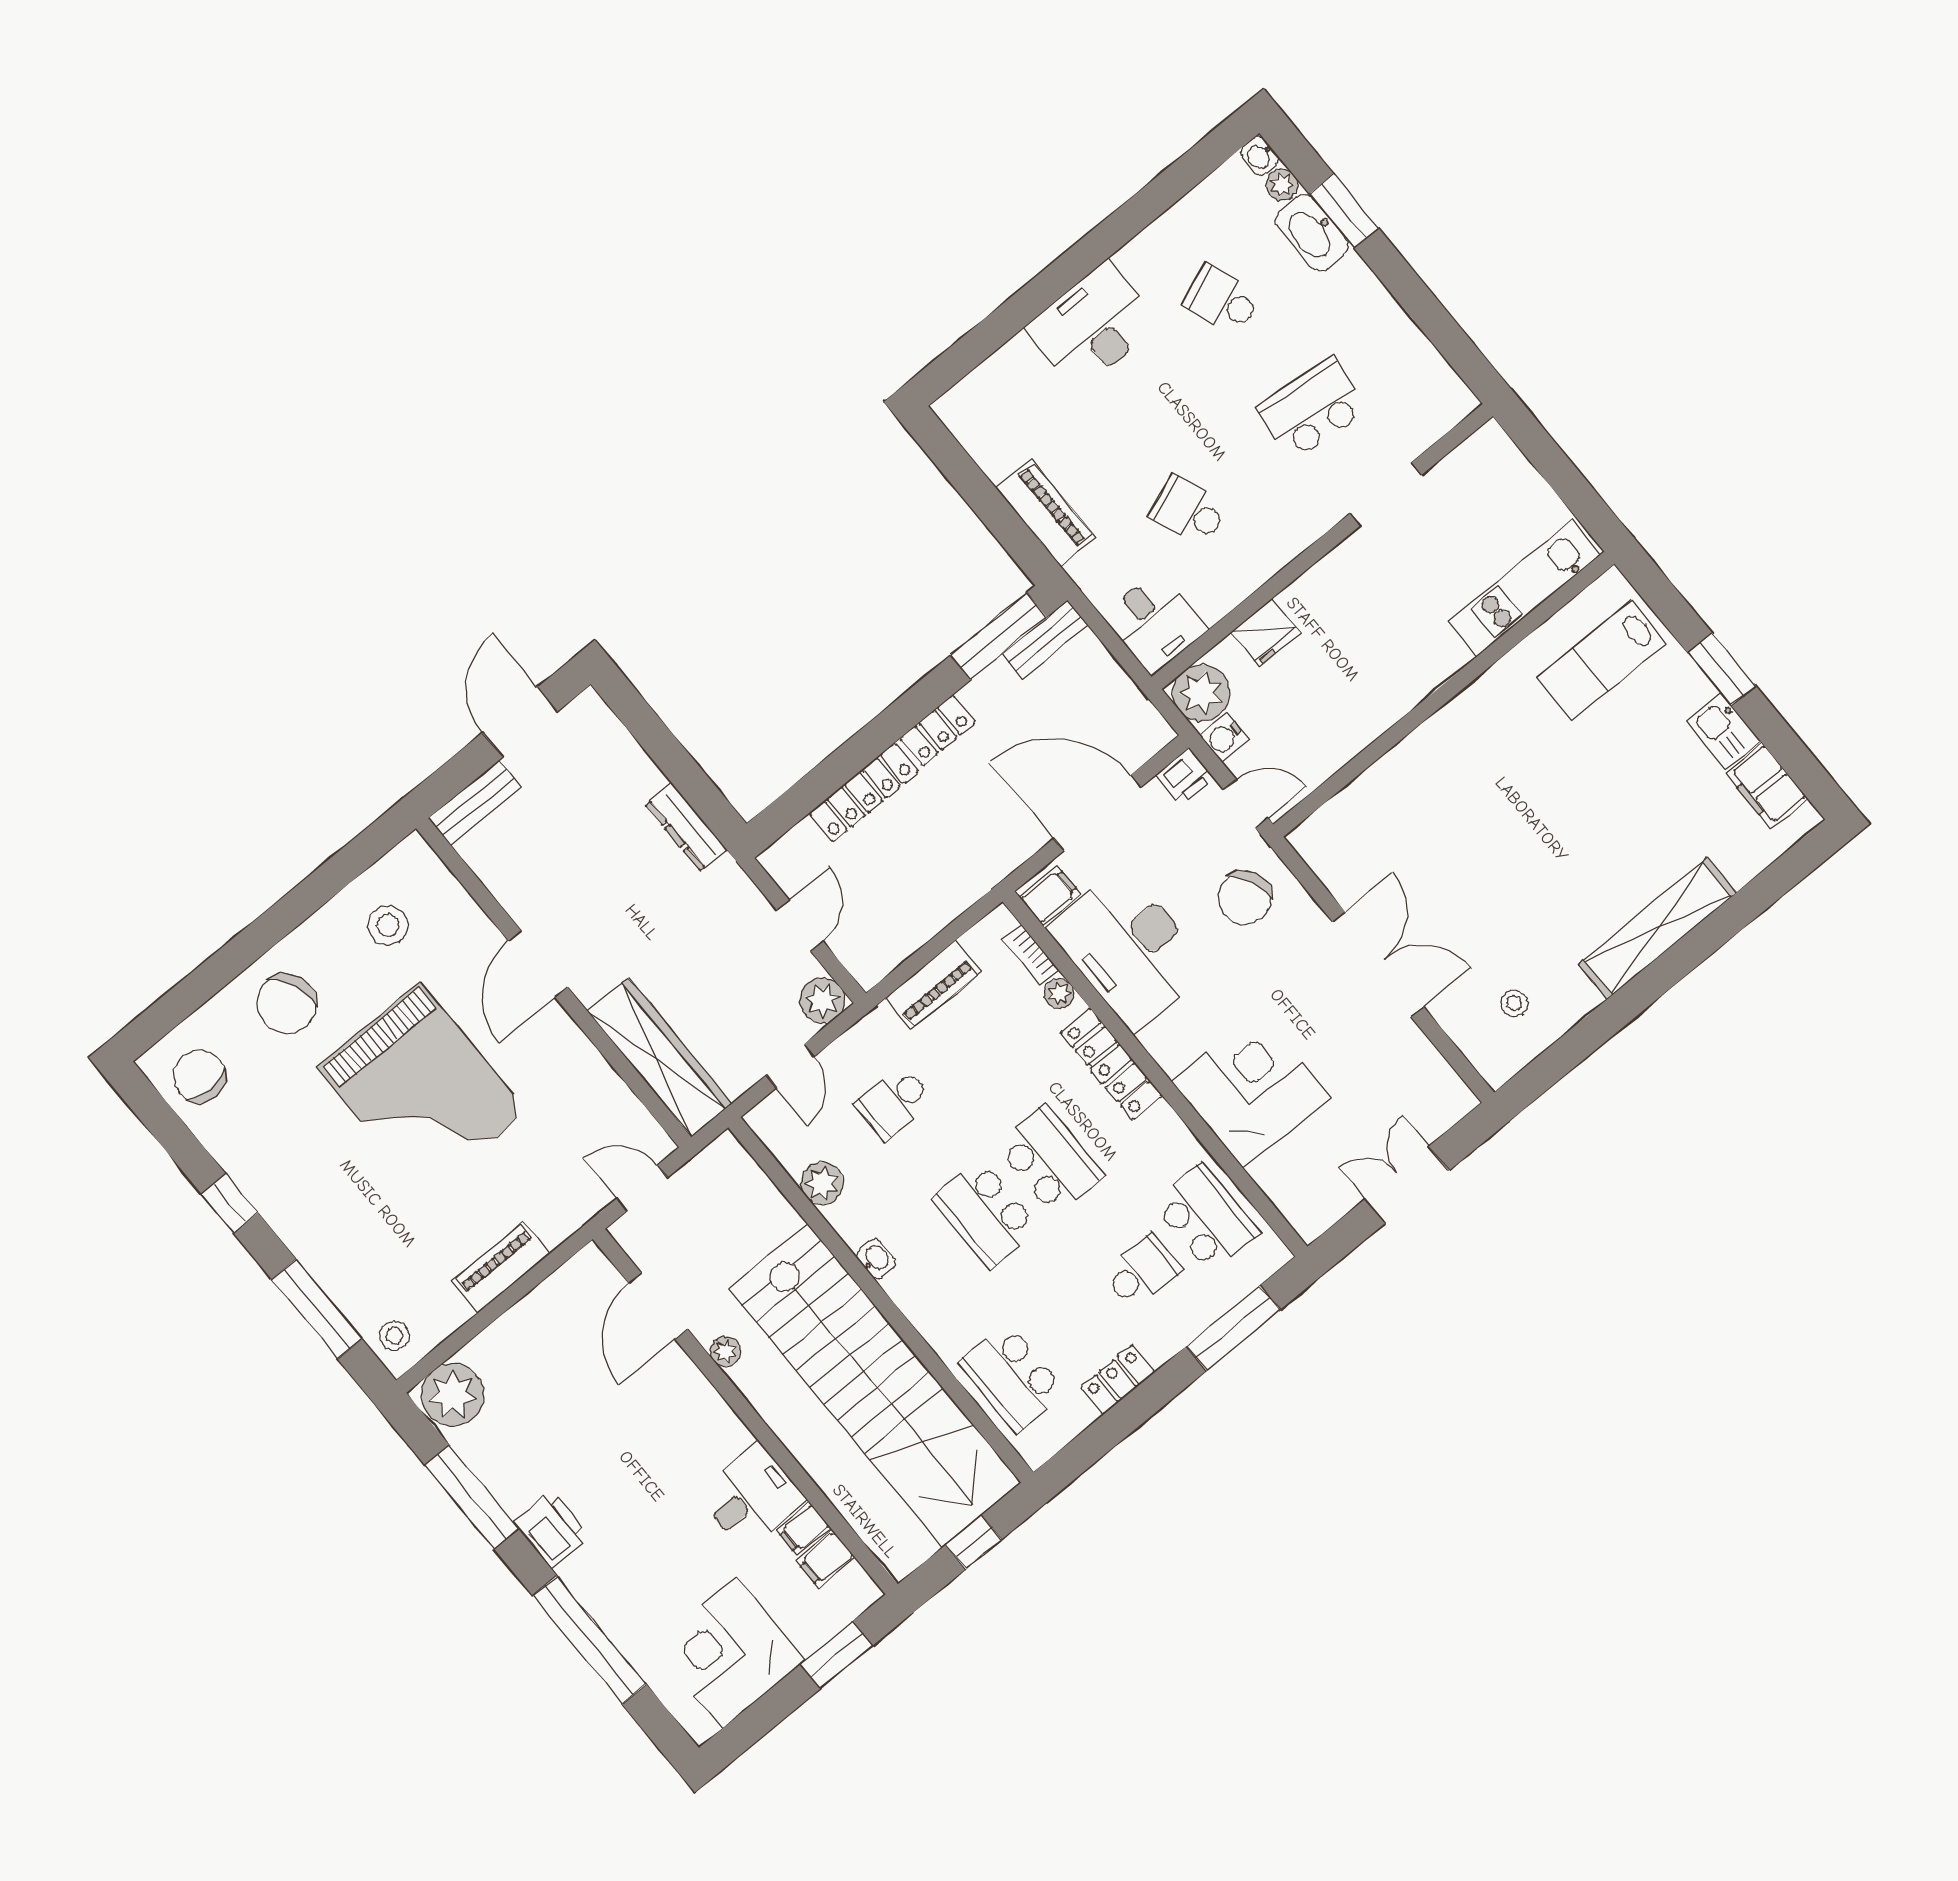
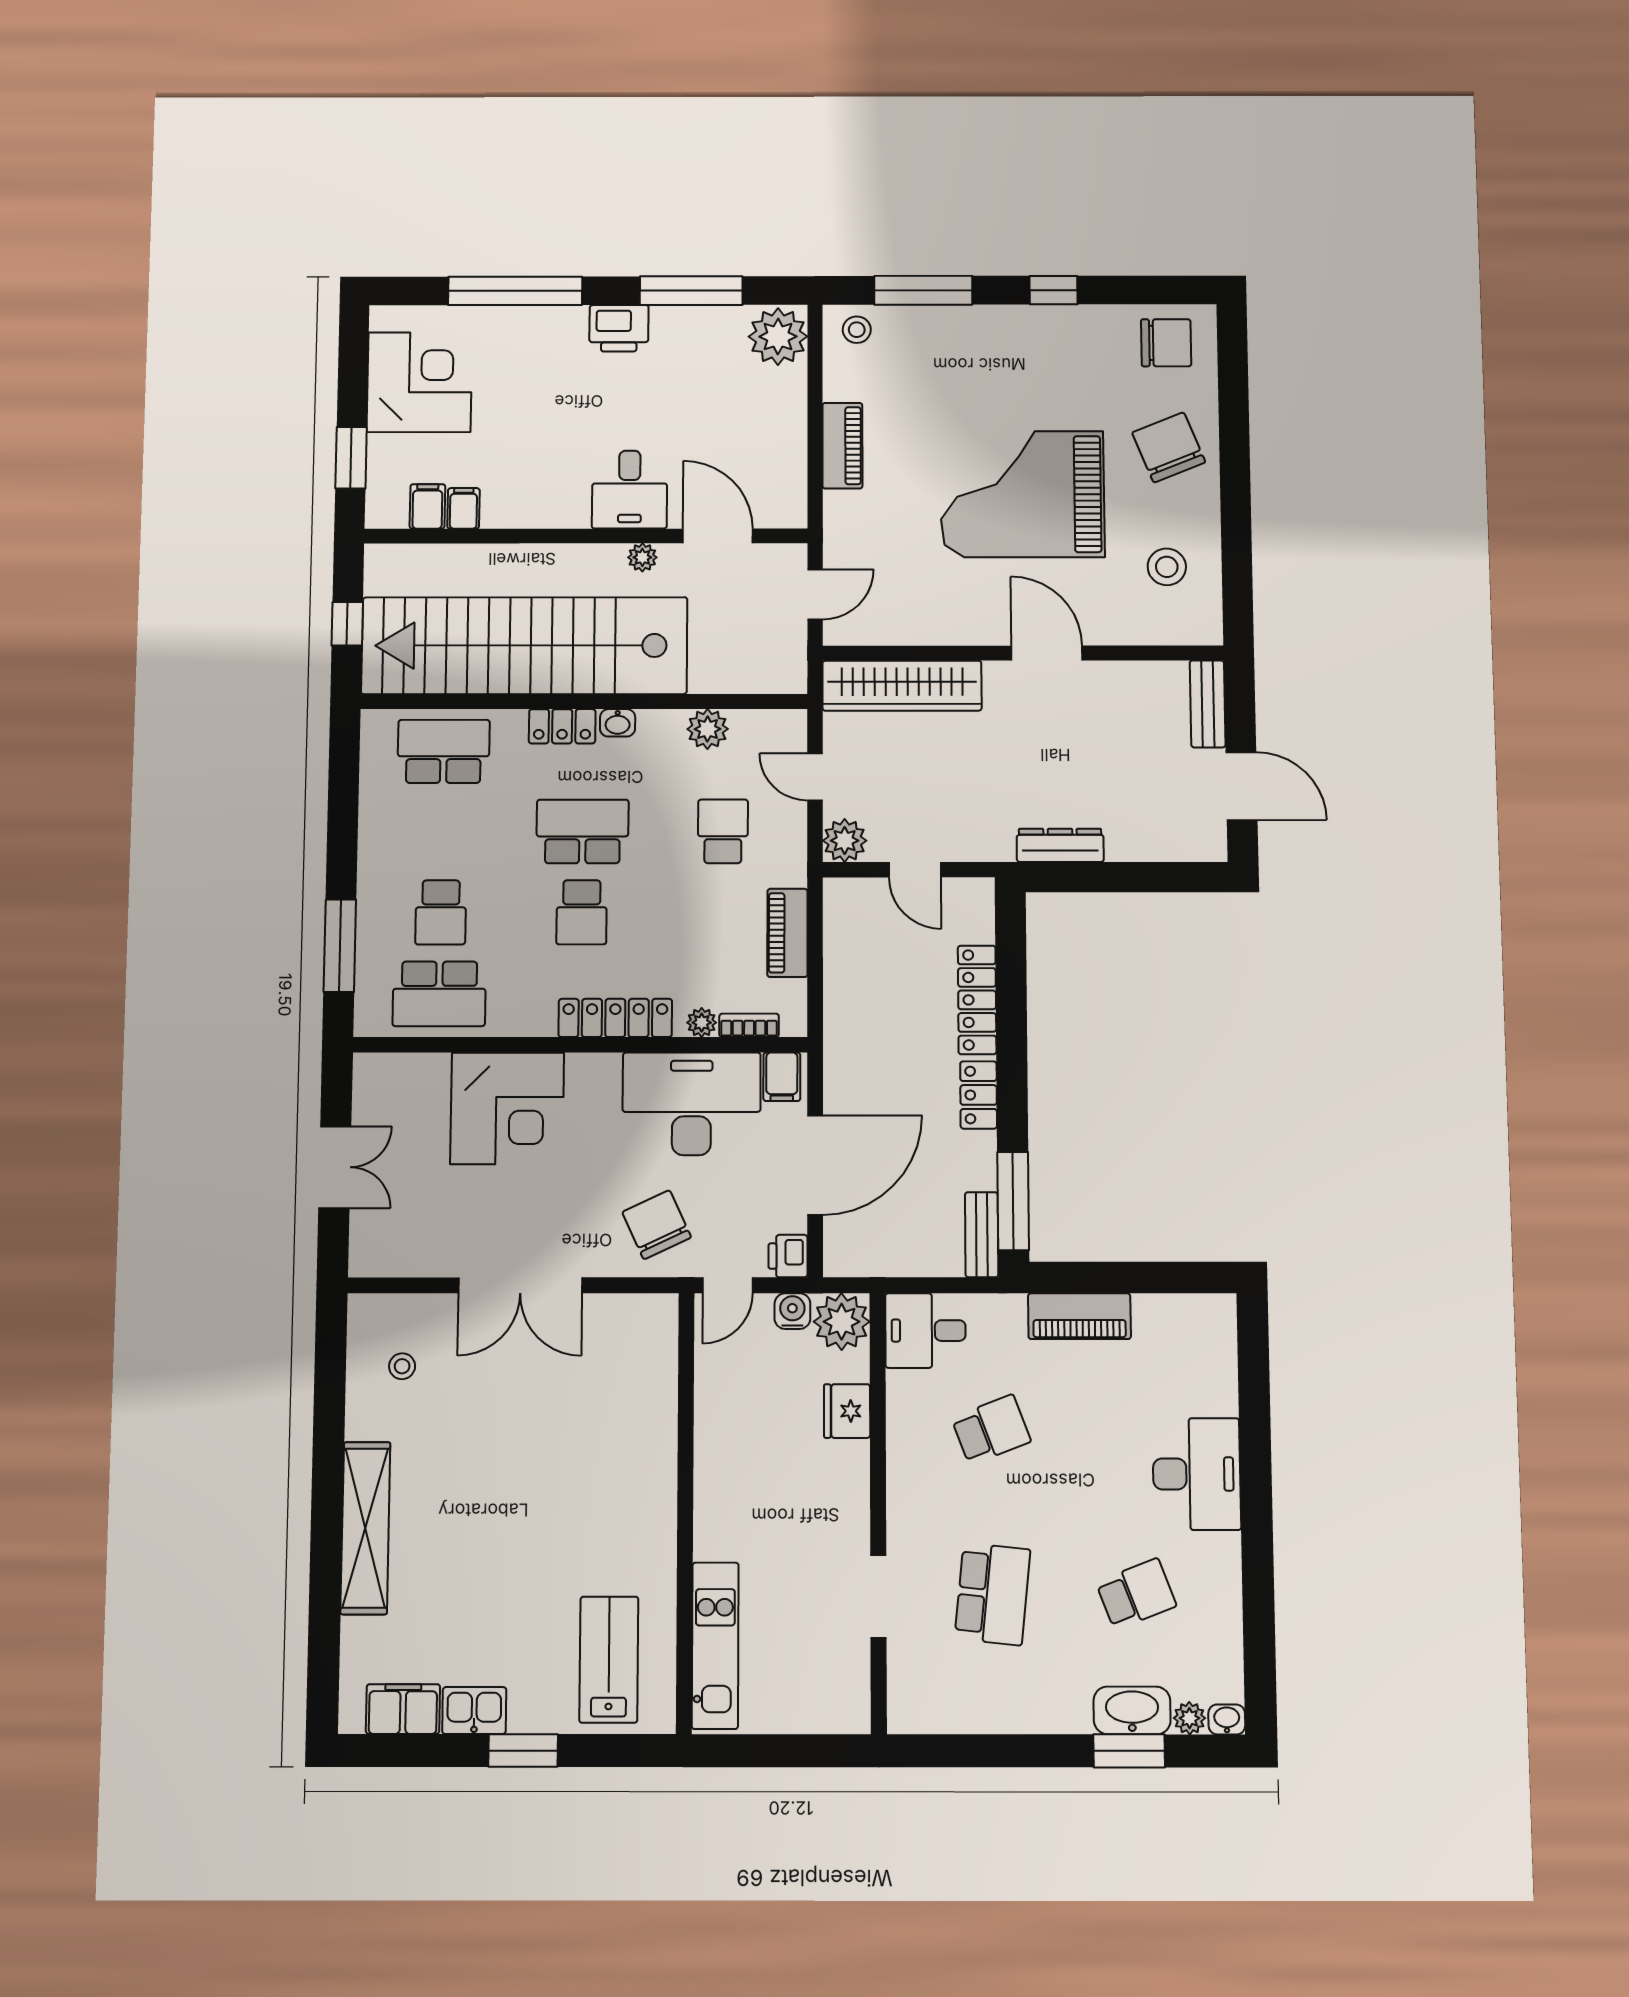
school desk: (1050, 1160) -> (582, 912), width x0.54
locker: (1118, 1380) -> (562, 726), moved, turned 90
desk: (751, 1497) -> (630, 490), moved

